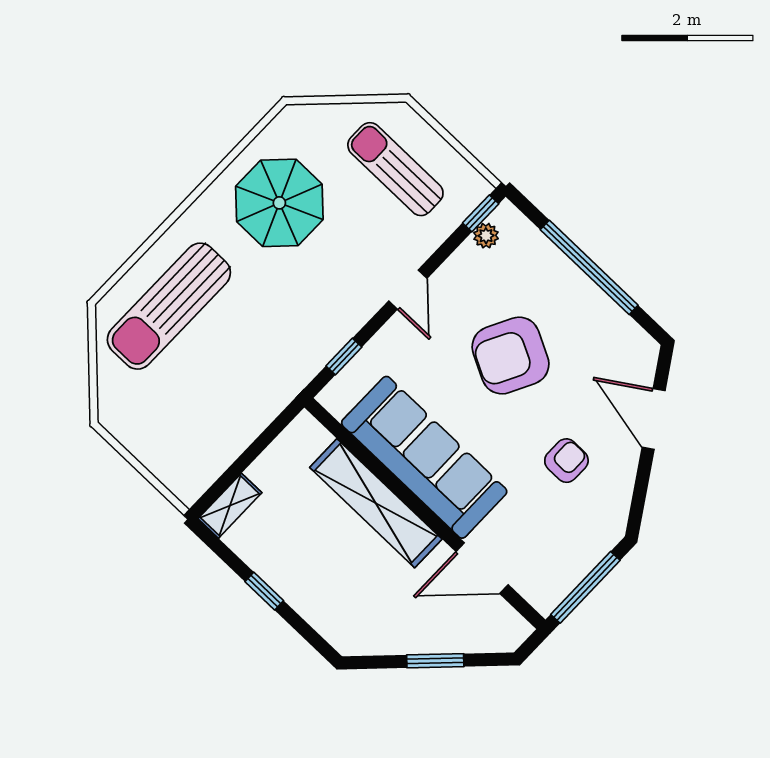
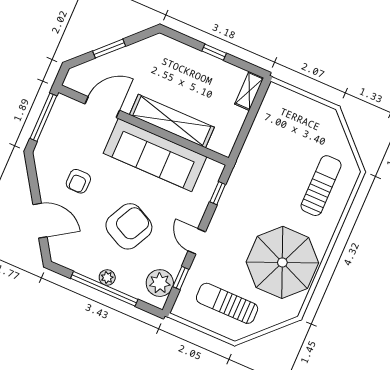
sun lounger: (395, 169) -> (227, 303), turned 180
parasol: (279, 203) -> (282, 262), width x1.36, depth x1.36
window: (481, 213) -> (181, 278), moved
plant: (486, 236) -> (160, 283), width x1.88, depth x1.88
plant: (577, 284) -> (107, 277), added
sun lounger: (169, 306) -> (321, 186), width x0.73, depth x0.75

